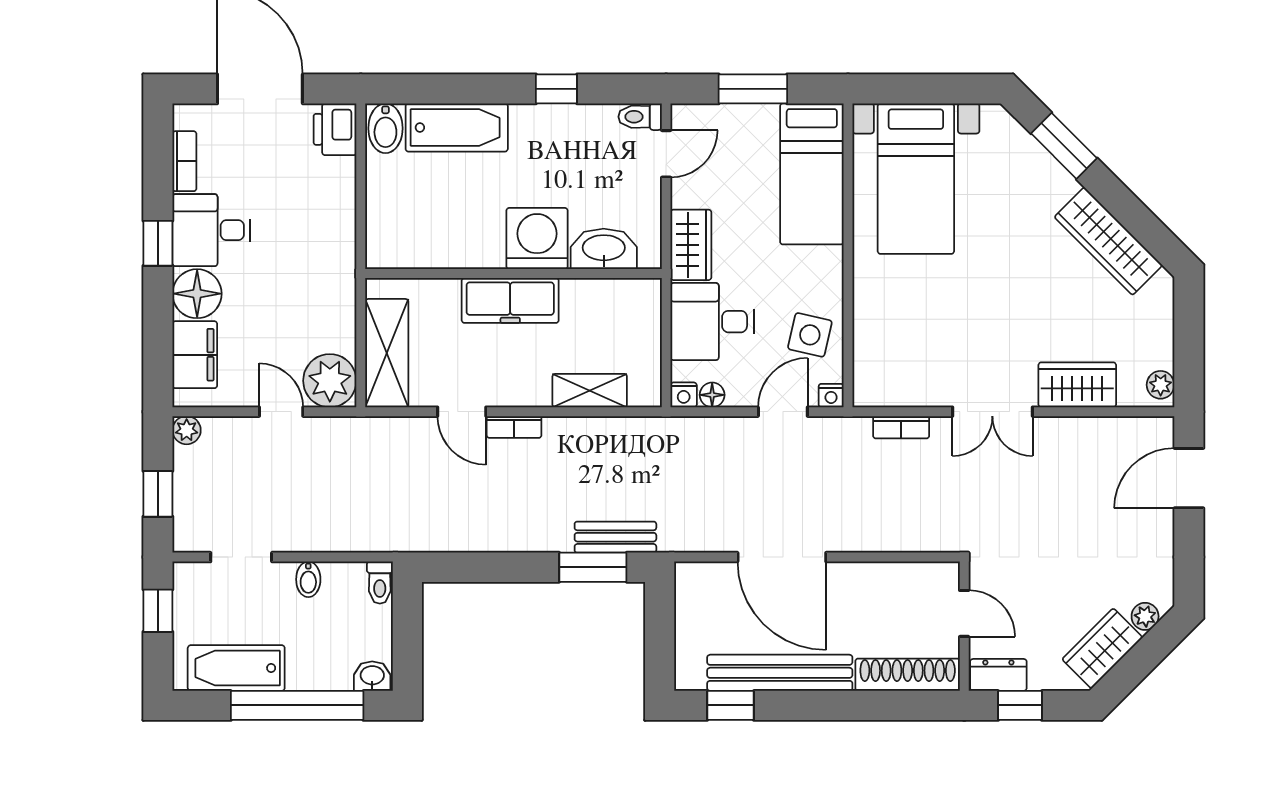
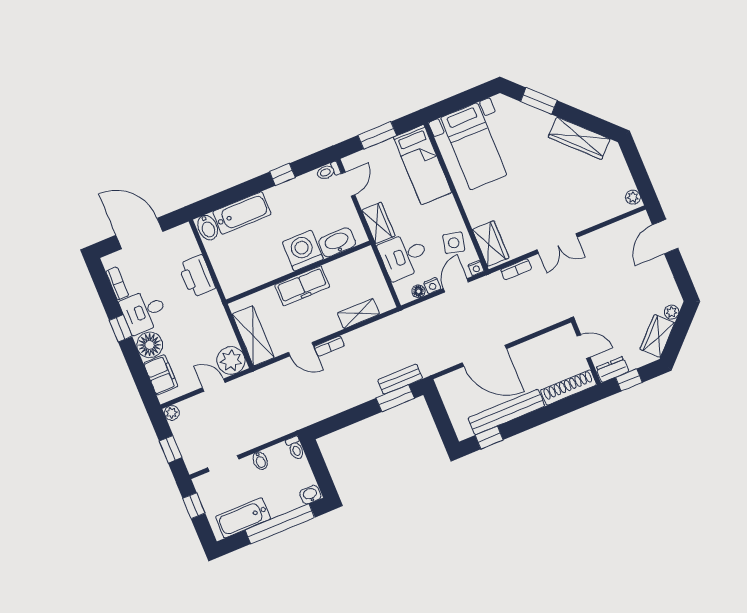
printer: (335, 129) -> (197, 276), moved, width x1.37, depth x1.19
wardrobe: (1077, 385) -> (491, 244), moved, turned 90
nightstand: (684, 395) -> (432, 286), moved

